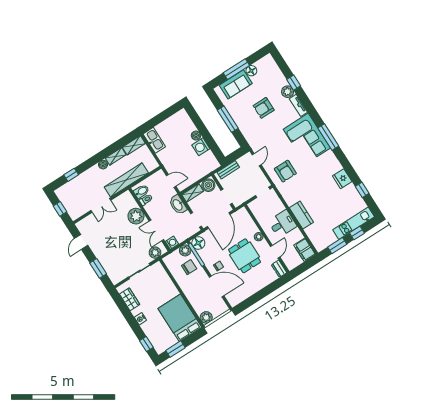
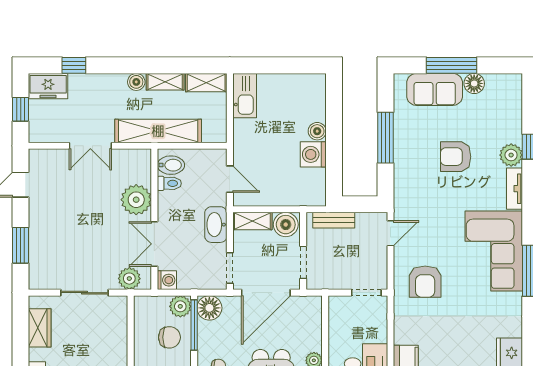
freezer: (66, 191) -> (48, 86), added

